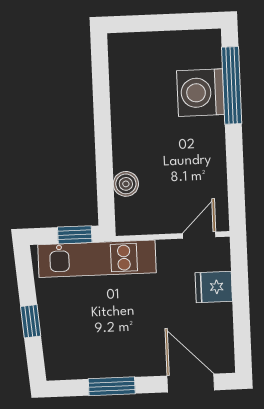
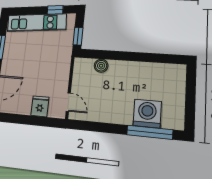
kitchen unit: (97, 259) -> (37, 23), moved, turned -95
window: (31, 321) -> (55, 10), moved

